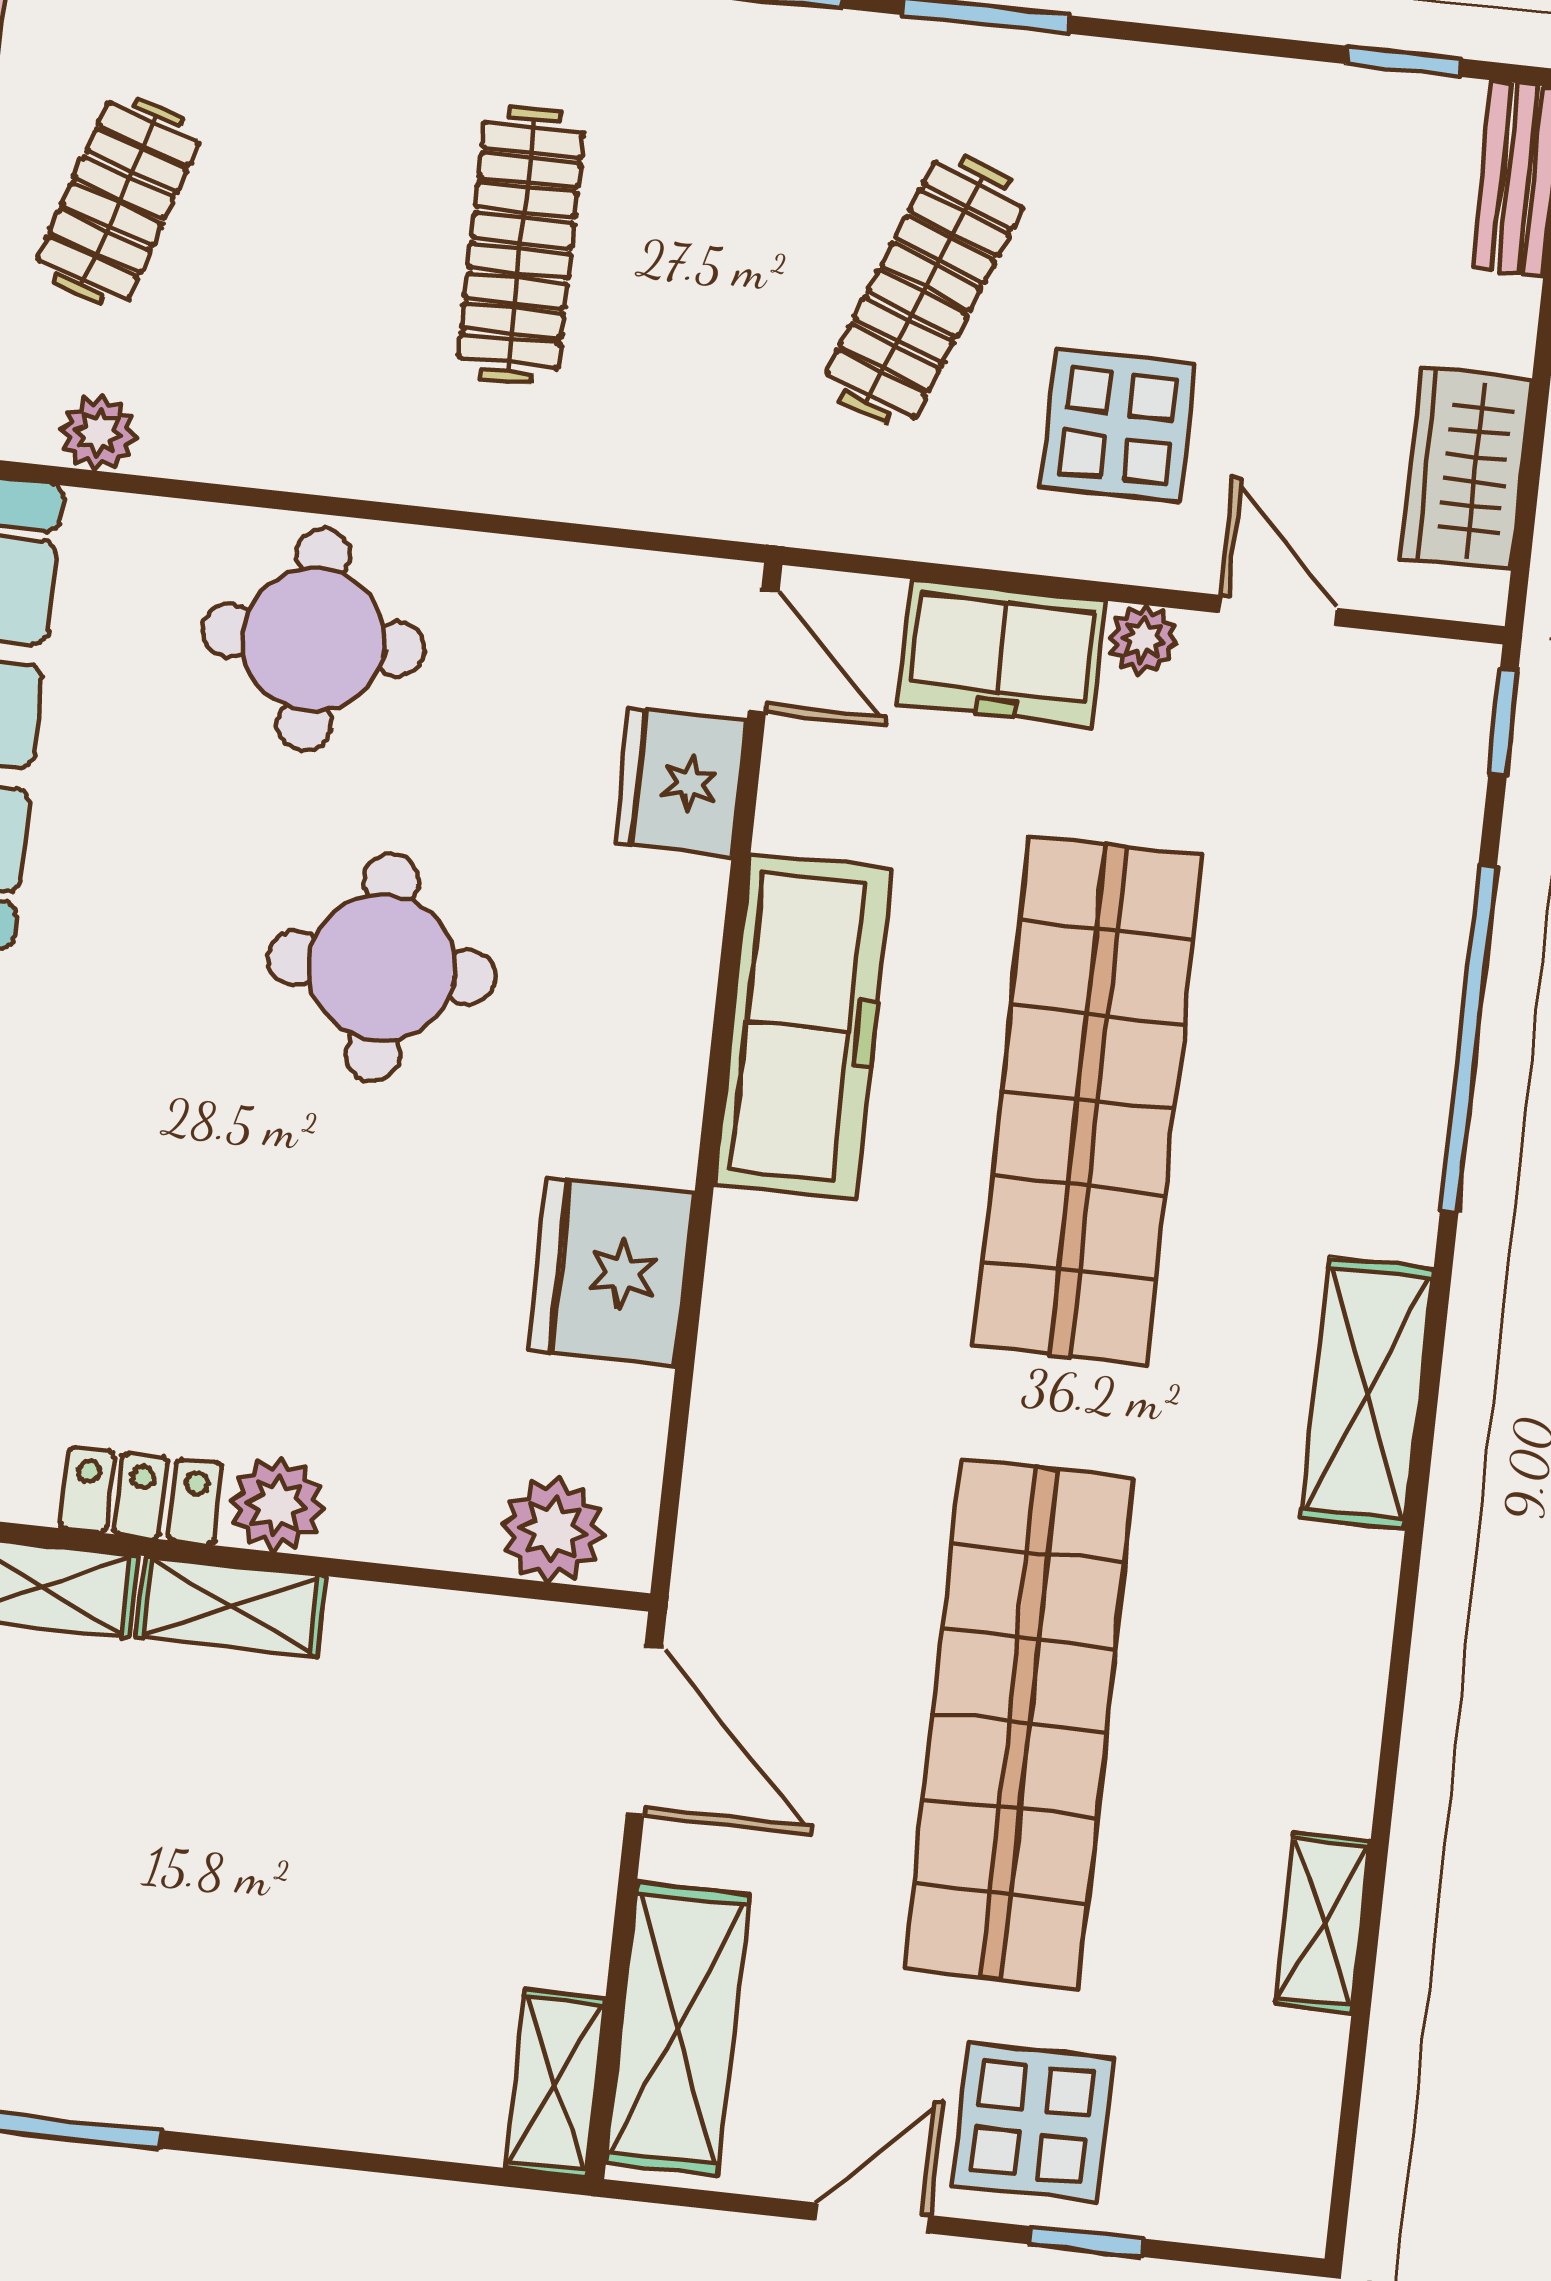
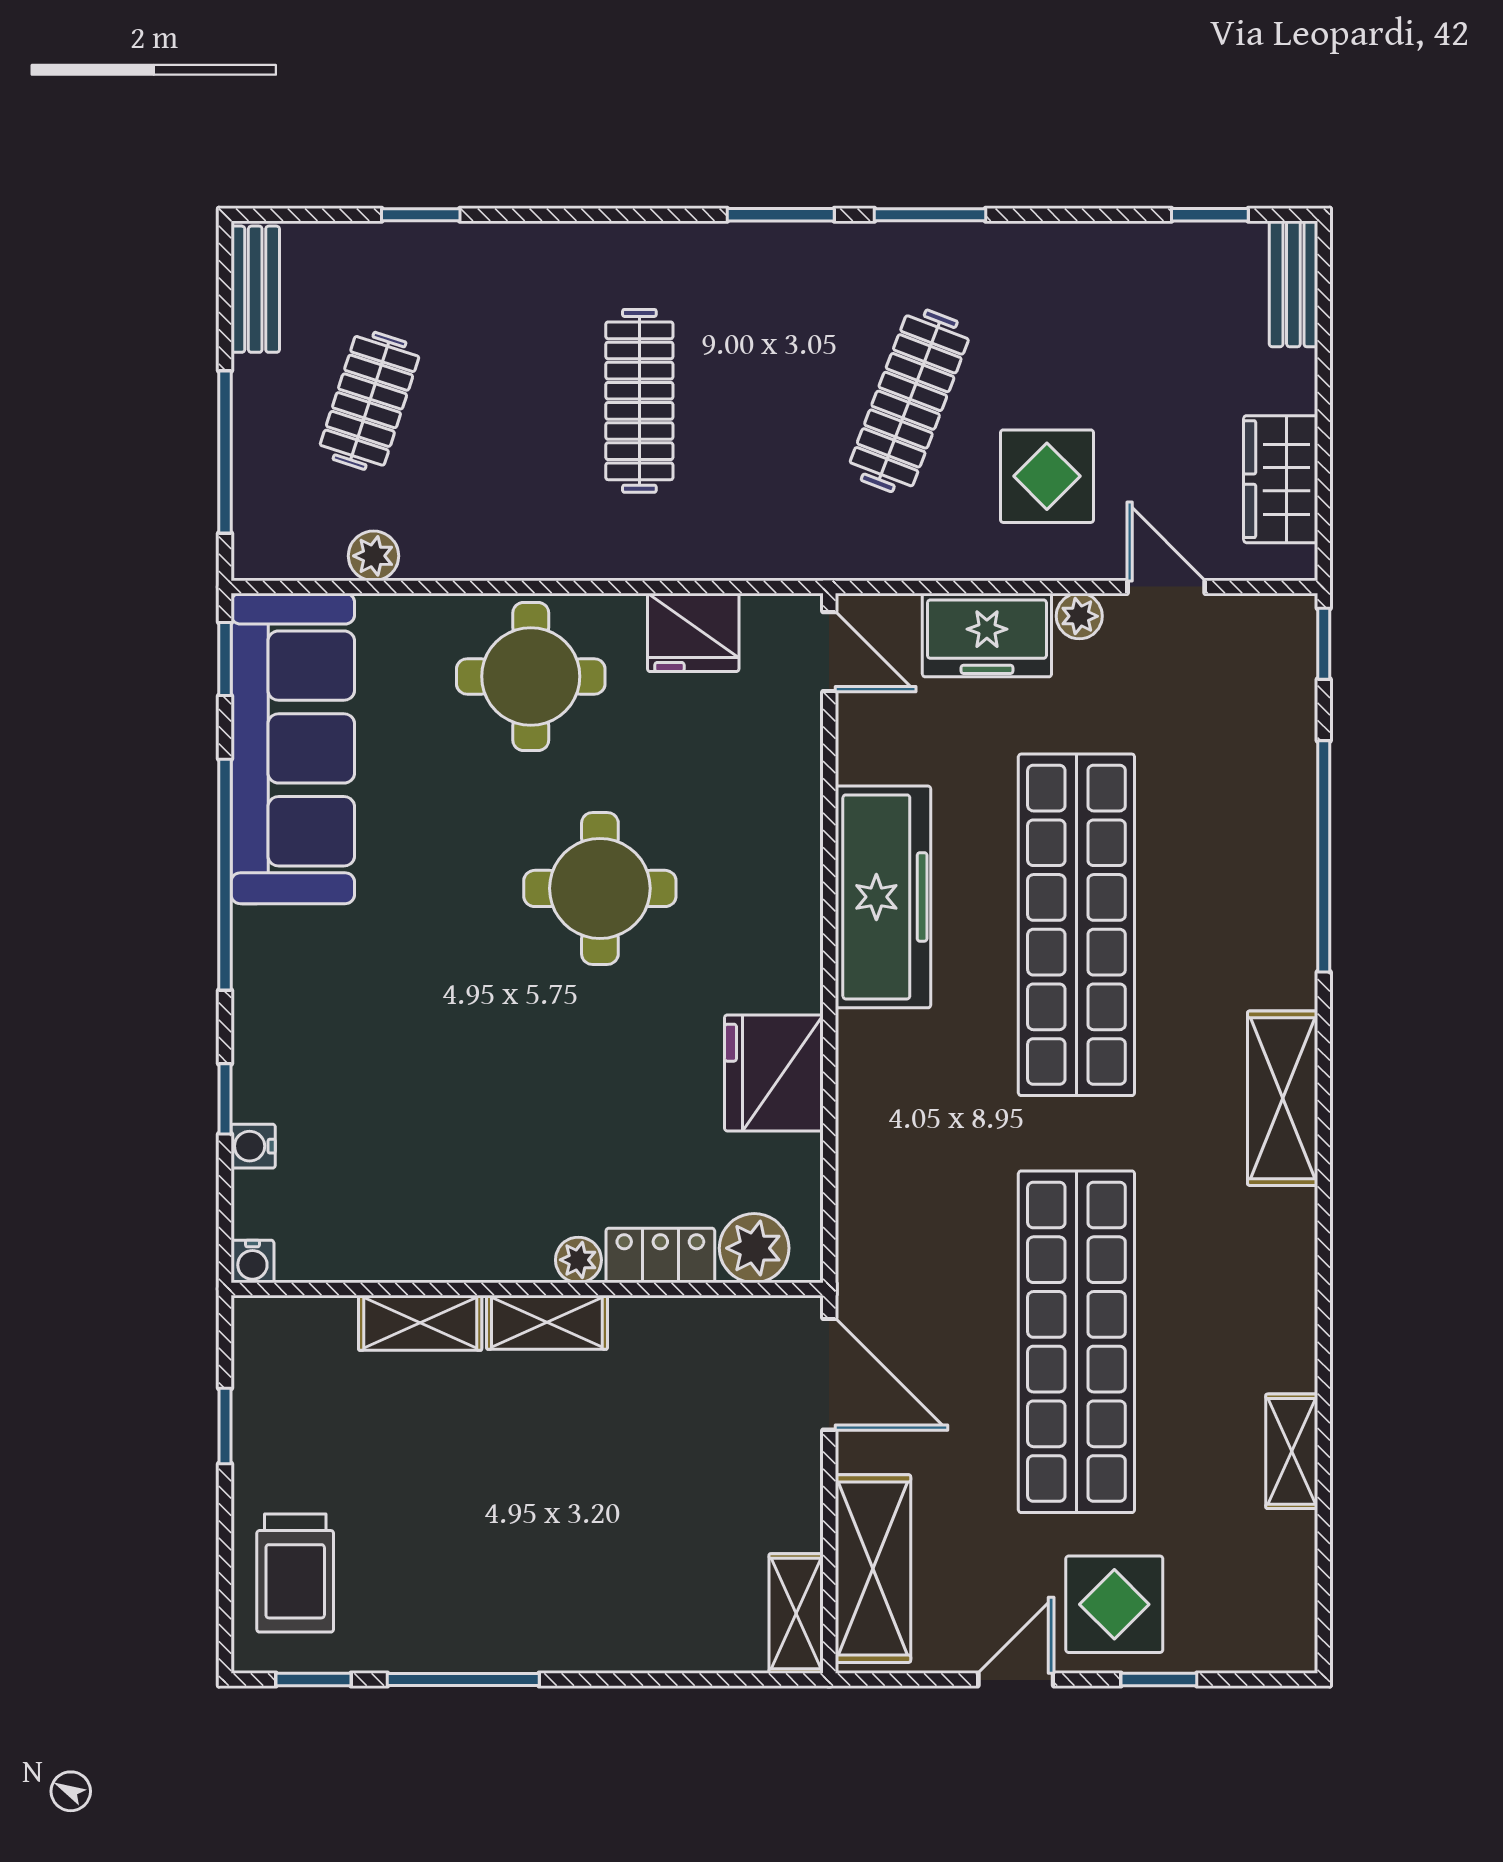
fridge: (680, 782) -> (693, 632), moved, turned -90
locker: (141, 1496) -> (660, 1255), moved
plant: (277, 1505) -> (578, 1260), width x0.73, depth x0.73

